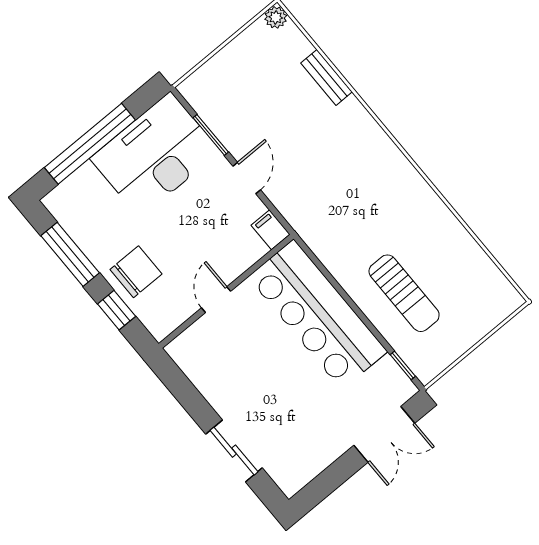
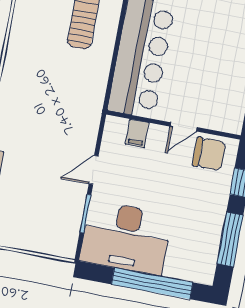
filing cabinet: (271, 230) -> (137, 133), moved
chair: (136, 272) -> (209, 154), moved, turned 180

